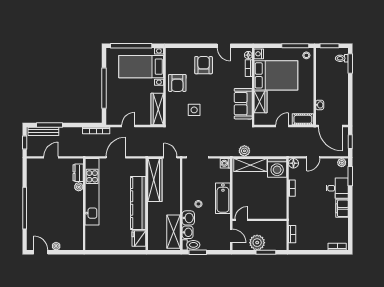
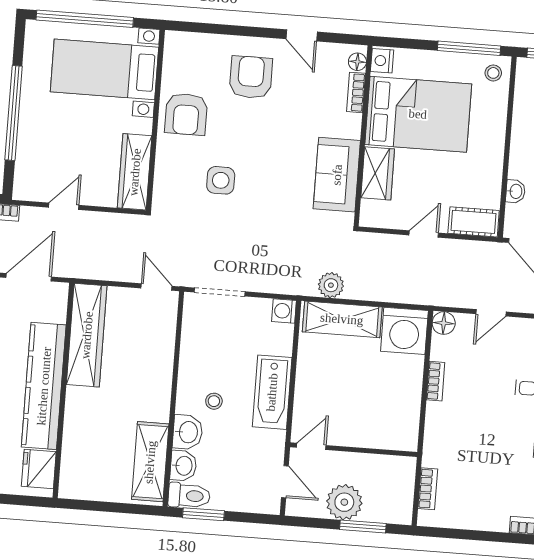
wardrobe: (155, 180) -> (87, 335), moved
kitchen counter: (138, 203) -> (44, 386), moved
wall: (147, 204) -> (63, 390), moved
fridge: (139, 238) -> (39, 469), moved

